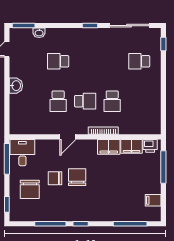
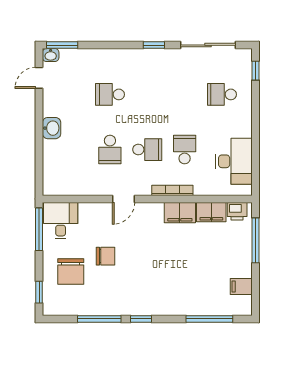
washbasin: (39, 33) -> (51, 55), moved
school desk: (112, 101) -> (185, 150), turned 180
desk: (148, 110) -> (234, 161), added
chair: (77, 177) -> (136, 254), removed
chair: (55, 178) -> (106, 256), turned 180

